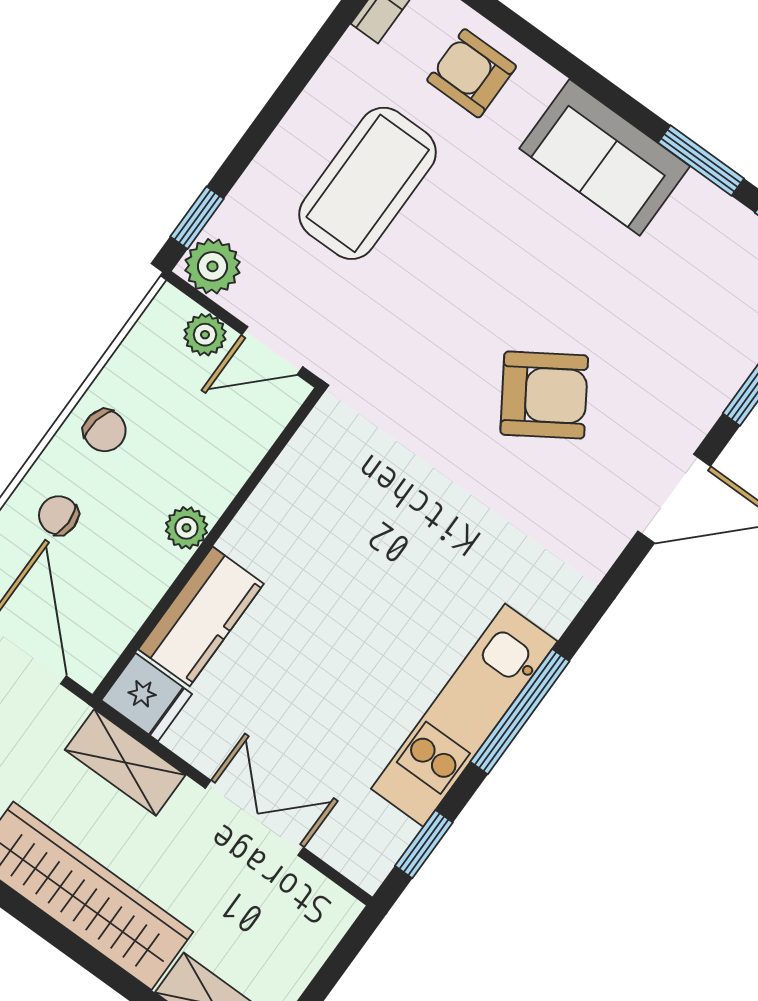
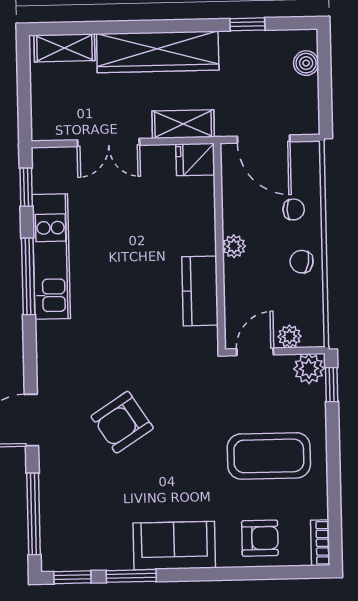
coffee table: (368, 183) -> (269, 456), turned 90
kitchen counter: (201, 616) -> (200, 291), moved

